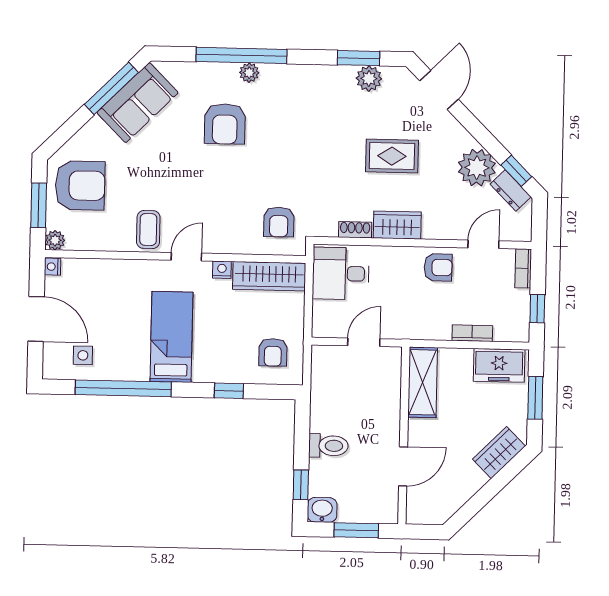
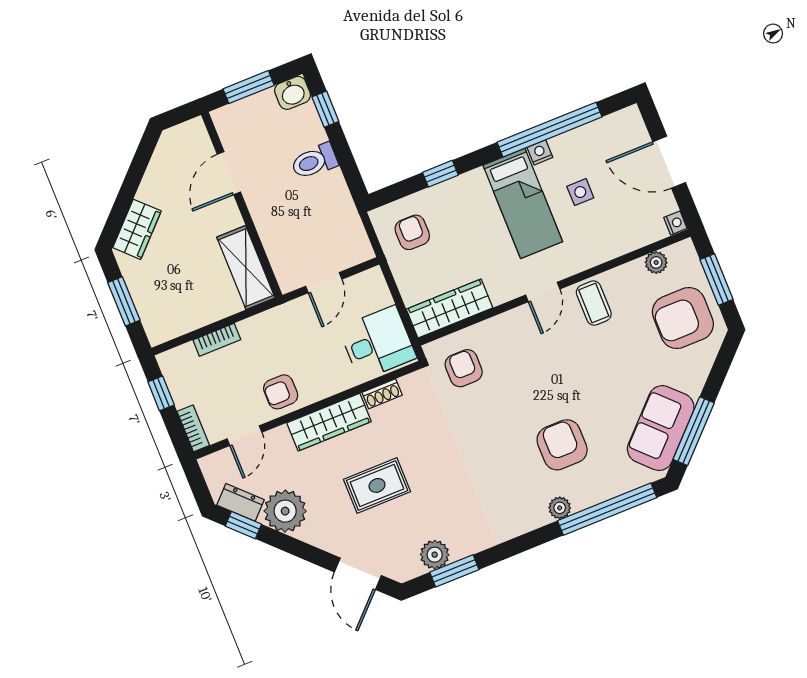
window: (241, 55) -> (607, 509), moved
wardrobe: (397, 225) -> (329, 422), width x1.50
plant: (55, 240) -> (656, 262), moved
nightstand: (222, 270) -> (540, 152), moved, turned 180
side table: (83, 355) -> (580, 192), moved
freezer: (499, 365) -> (175, 319), removed

